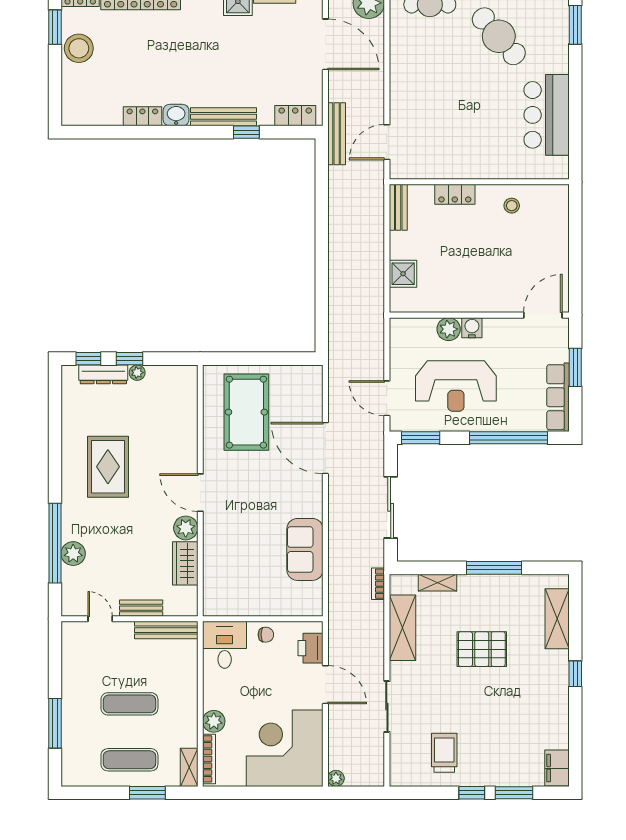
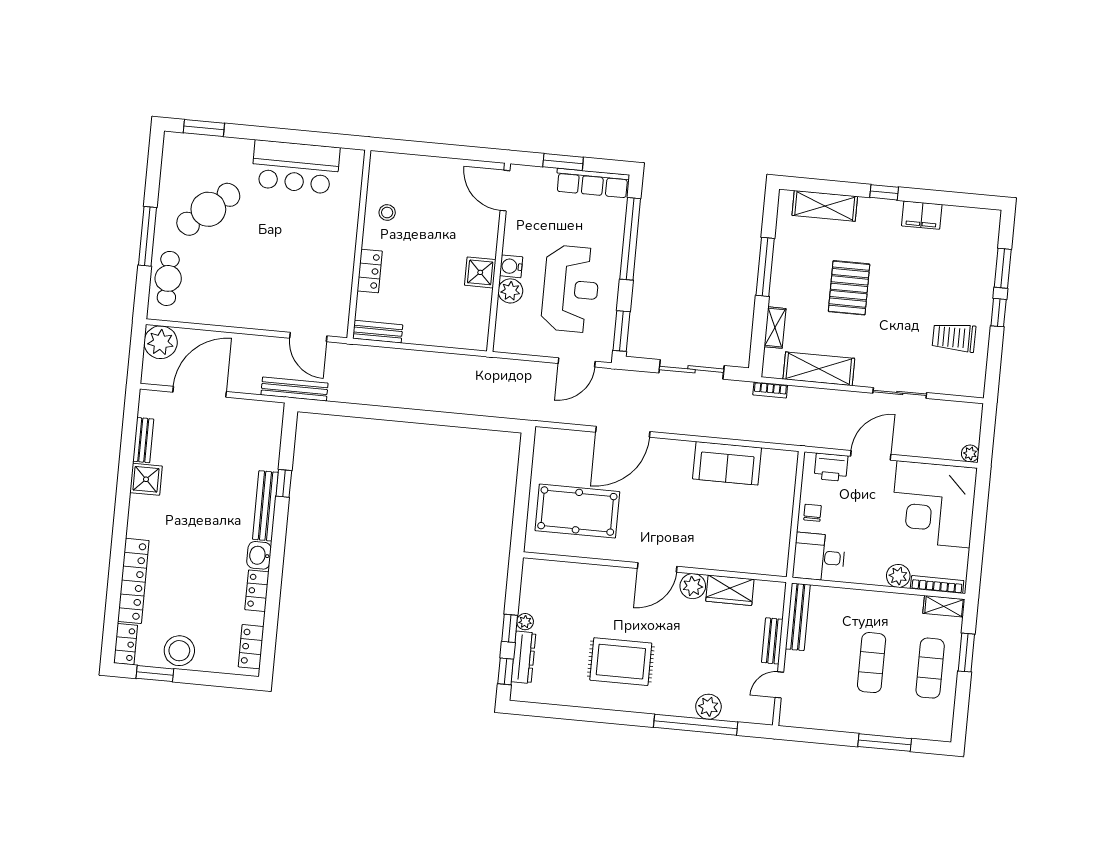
locker: (295, 116) -> (251, 647), moved
shower: (403, 274) -> (480, 272), moved
filing cabinet: (557, 768) -> (922, 215), moved

